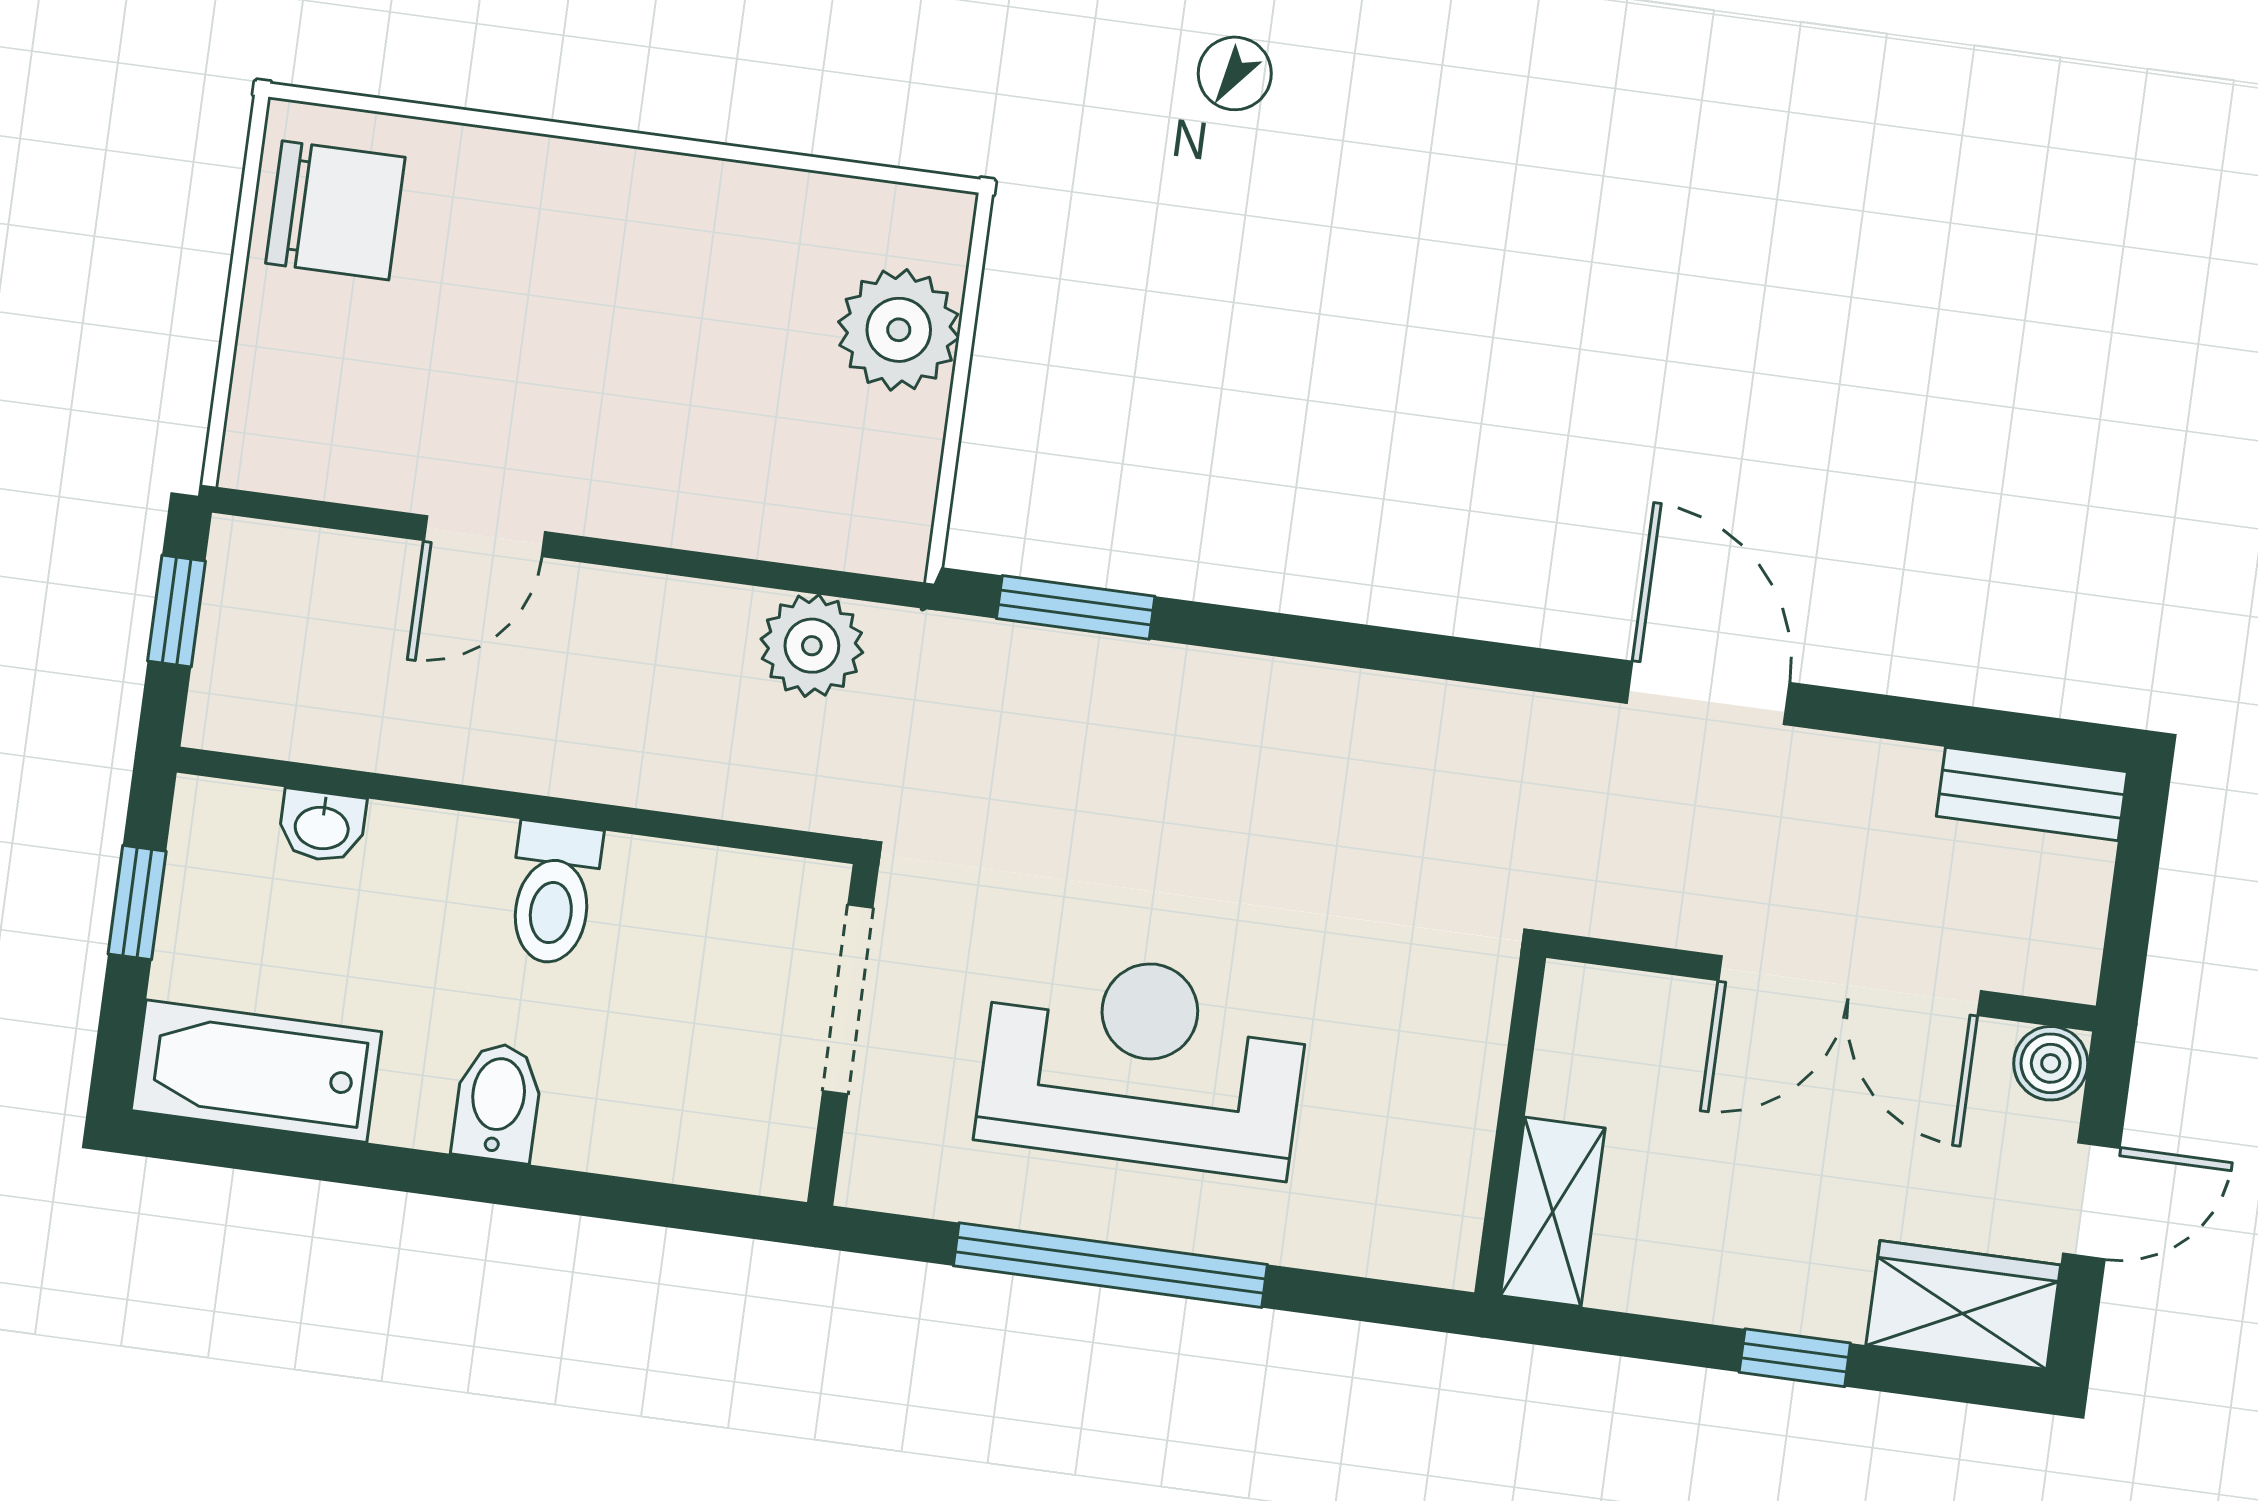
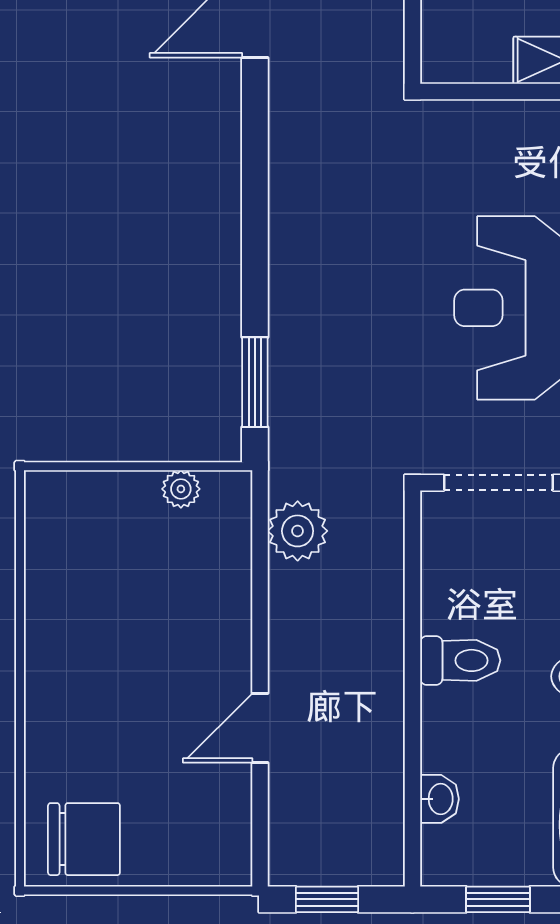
chair: (335, 210) -> (84, 839), turned 90
plant: (899, 330) -> (181, 489), moved, width x0.53, depth x0.53
door: (484, 536) -> (260, 728), swing flipped

